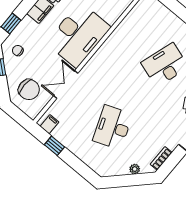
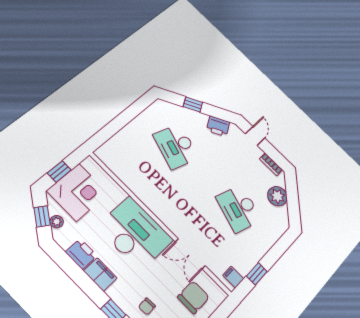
desk: (113, 127) -> (239, 209), turned 39
plant: (135, 169) -> (277, 196), width x1.88, depth x1.88

